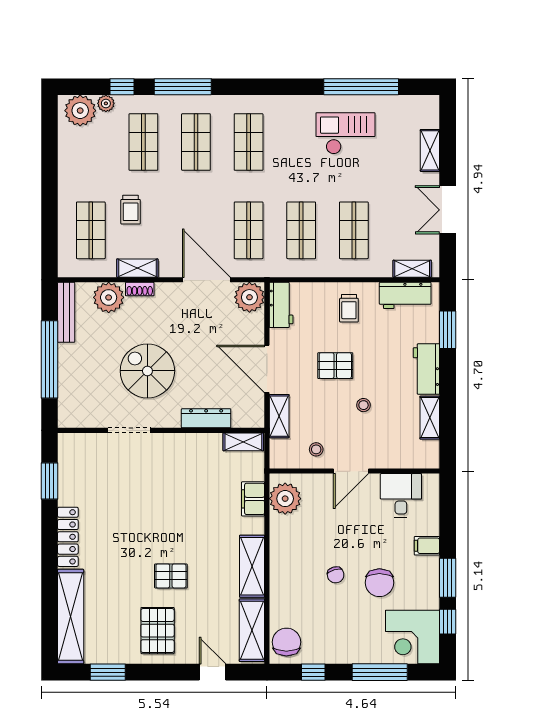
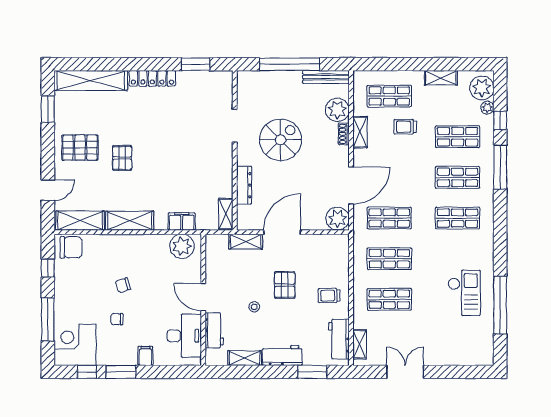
shelving: (430, 150) -> (441, 78), moved
workbench: (281, 305) -> (214, 330), moved, turned -90
stool: (316, 449) -> (220, 270), removed
desk: (401, 496) -> (184, 336), width x1.37
chair: (379, 583) -> (117, 319), width x0.54, depth x0.54

